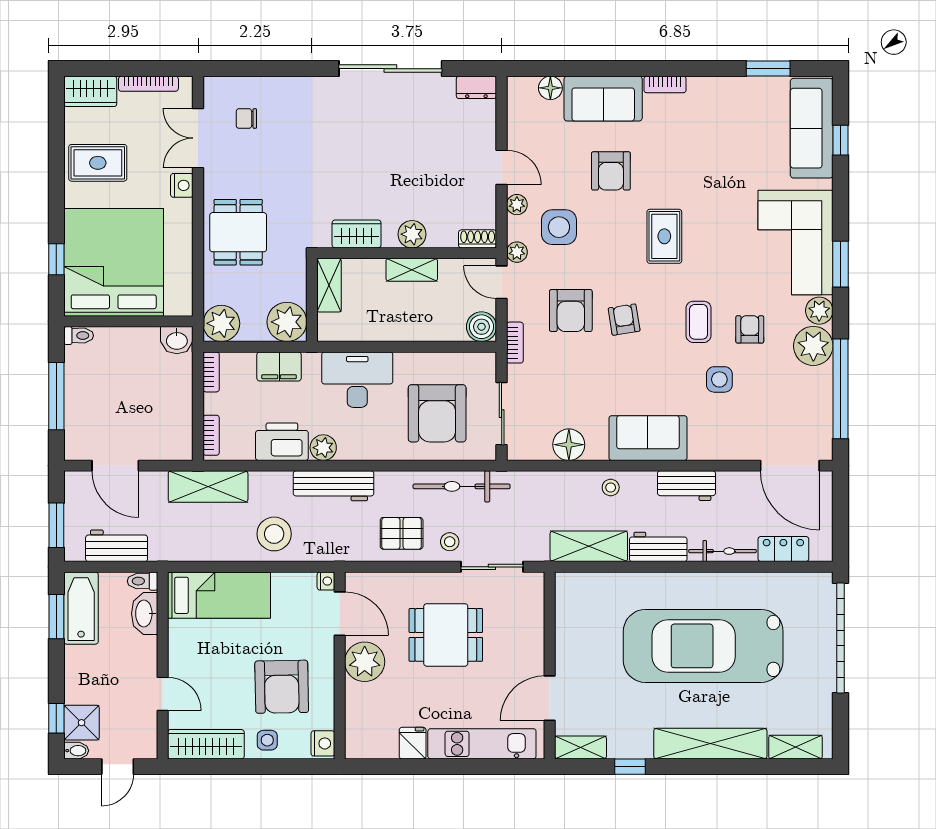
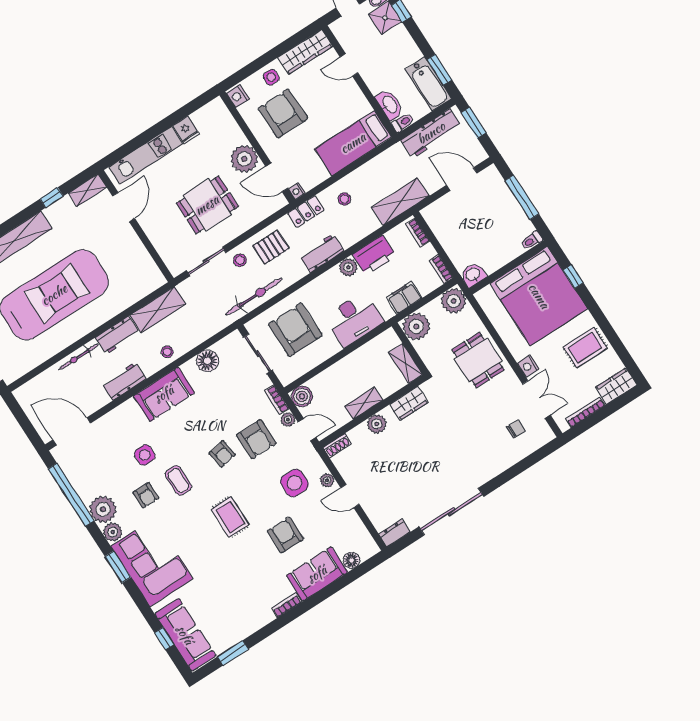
plant: (517, 252) -> (288, 420), moved
armchair: (571, 311) -> (256, 439), turned 180
workbench: (334, 486) -> (322, 253), width x0.73
stool: (274, 534) -> (344, 199), width x0.53, depth x0.53
workbench: (117, 546) -> (431, 133), width x1.37
locker: (783, 549) -> (306, 211), moved

